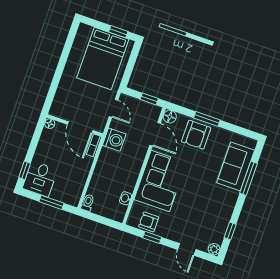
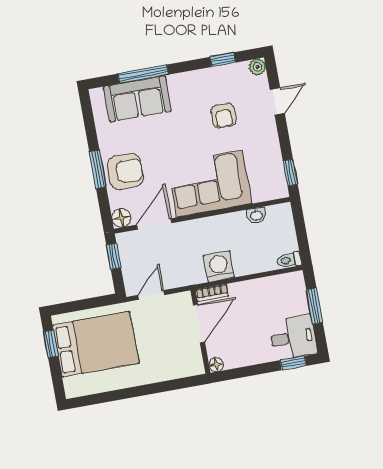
washing machine: (114, 140) -> (219, 266), moved
armchair: (149, 222) -> (224, 116), moved
window: (152, 237) -> (290, 173), moved

